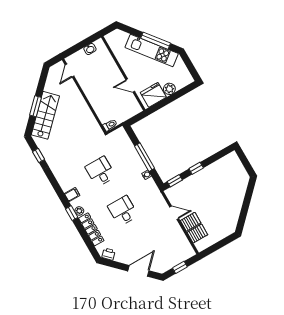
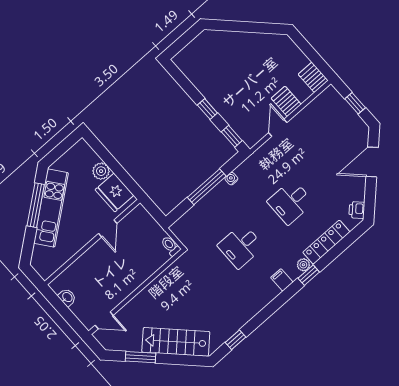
window: (36, 106) -> (140, 357), moved
server rack: (197, 234) -> (313, 77), moved
door: (138, 271) -> (372, 162), hinge flipped

